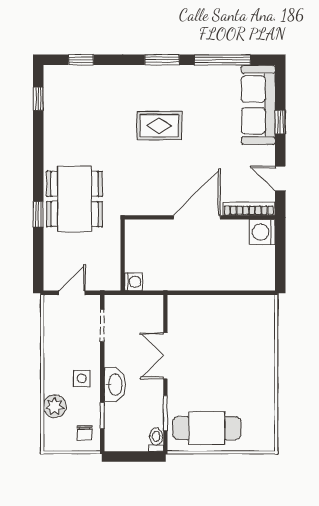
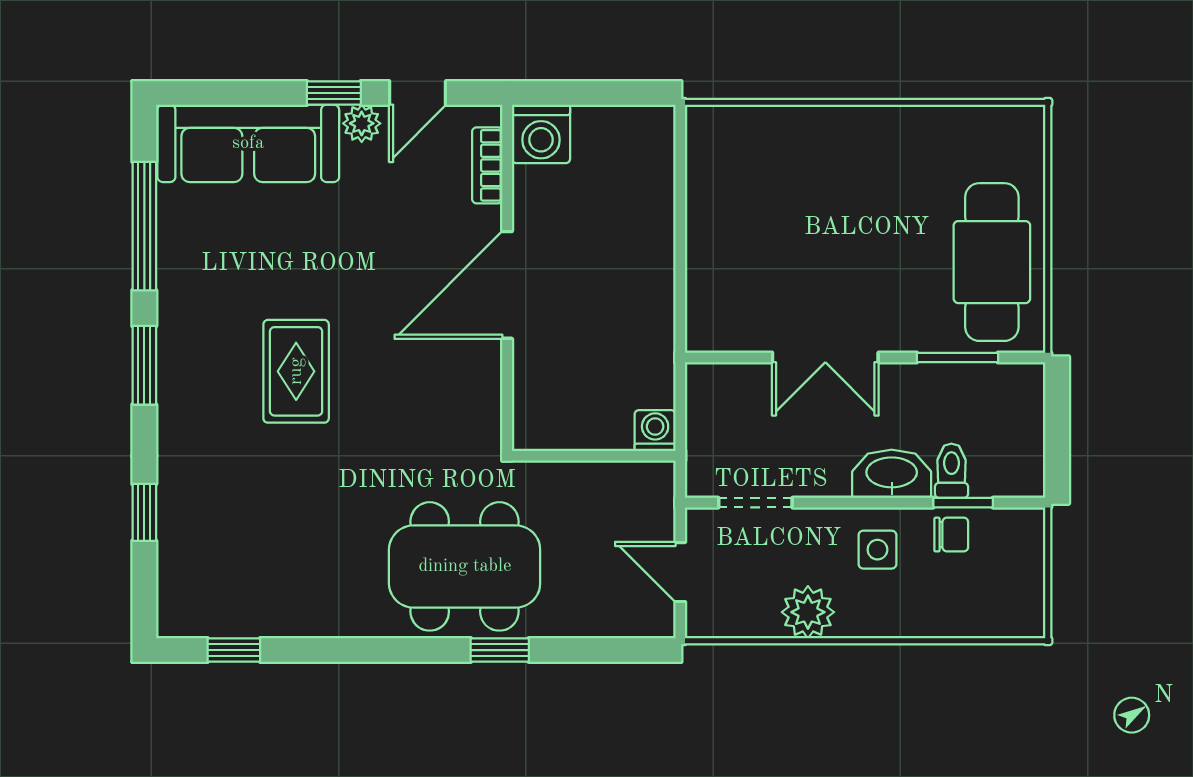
window: (81, 60) -> (144, 512), moved
window: (280, 122) -> (334, 93), moved
plant: (267, 154) -> (362, 123), added
bookcase: (249, 209) -> (487, 165), width x0.64
door: (197, 217) -> (507, 285), hinge flipped
plant: (55, 406) -> (808, 612), moved
chair: (85, 433) -> (951, 535), moved
toilet: (156, 440) -> (951, 471), moved, turned 90

